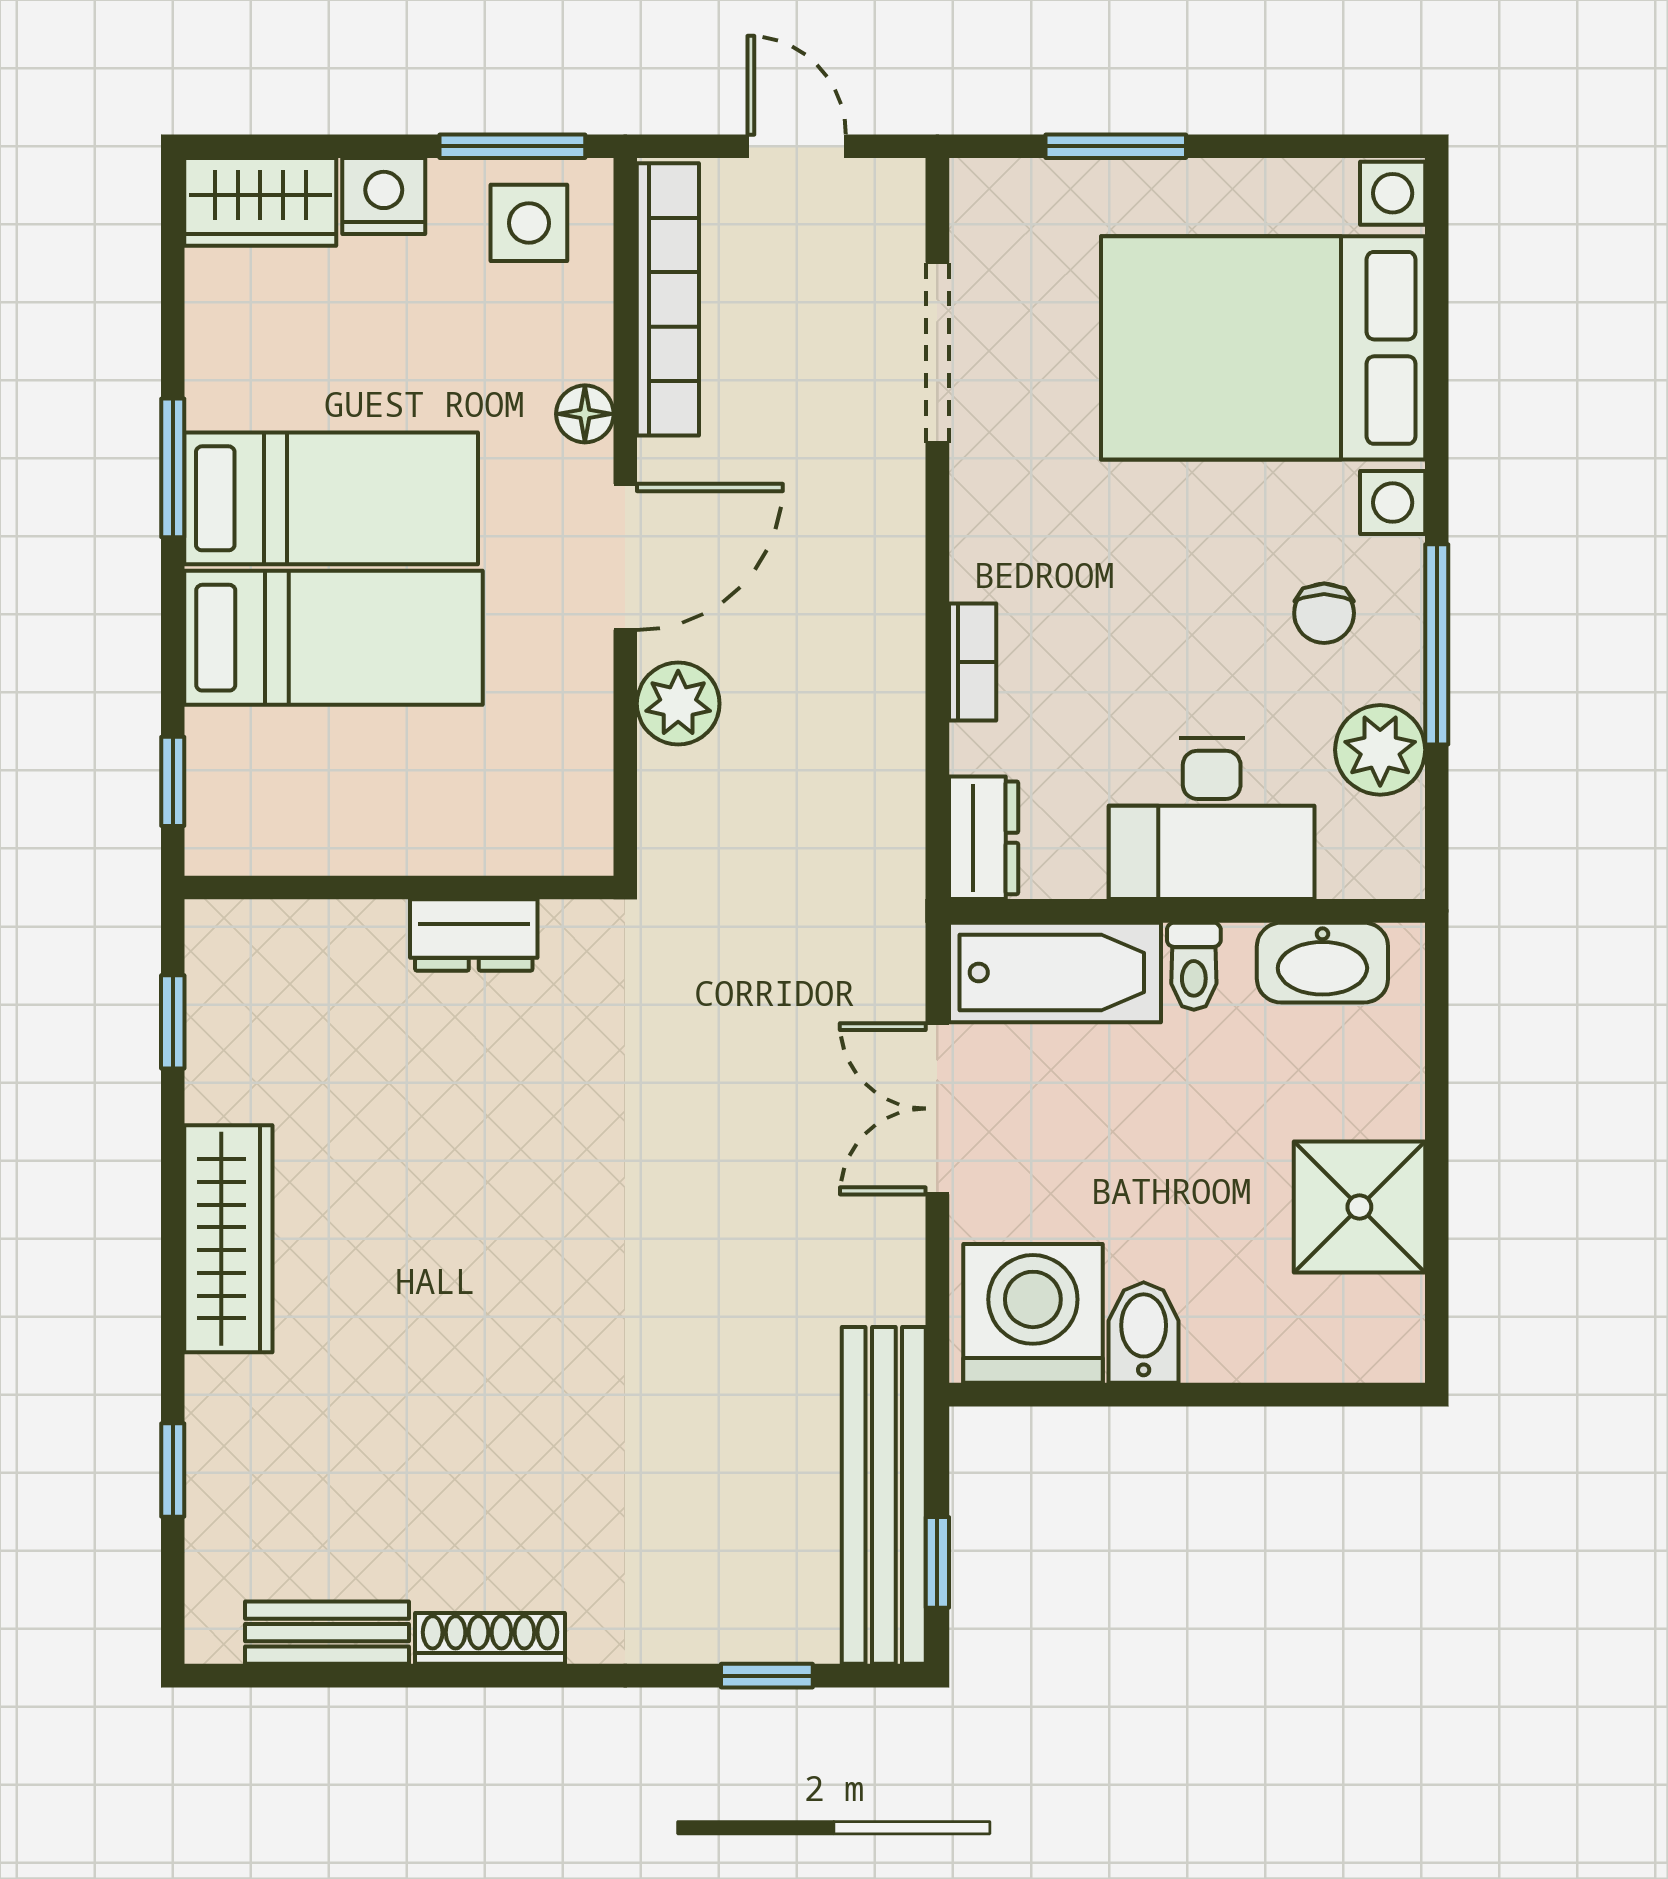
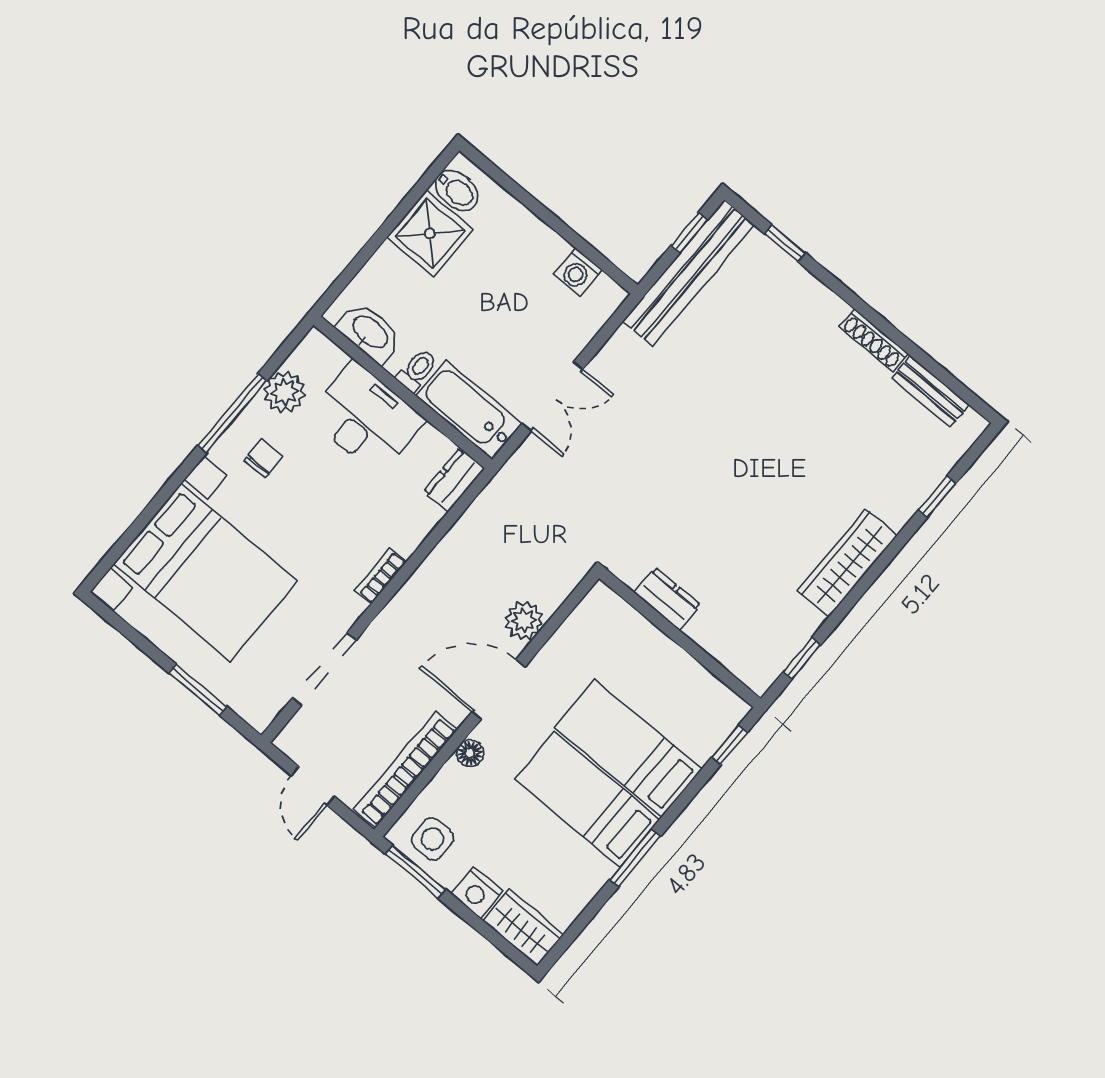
bookcase: (973, 662) -> (380, 576), moved
washing machine: (1033, 1313) -> (578, 272), width x0.53, depth x0.53
bidet: (1144, 1333) -> (457, 190), moved, turned -90

